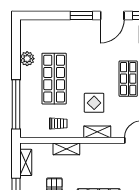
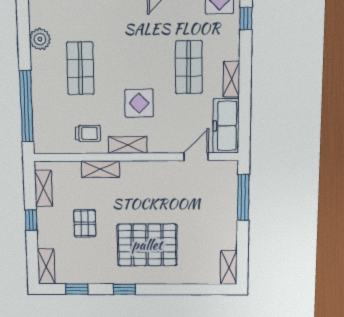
shop shelf: (54, 79) -> (80, 68), width x0.70, depth x0.74
shelving: (97, 132) -> (128, 145), moved

